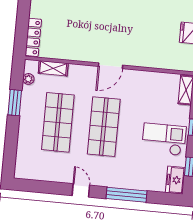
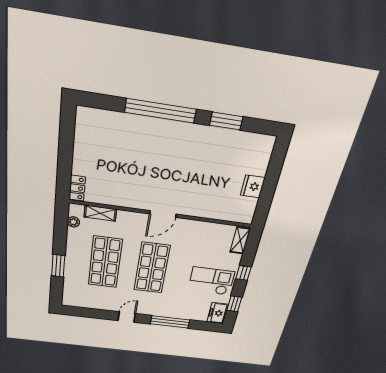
locker: (33, 37) -> (77, 188), width x0.66
window: (15, 103) -> (58, 266), moved
door: (81, 190) -> (127, 317), hinge flipped

